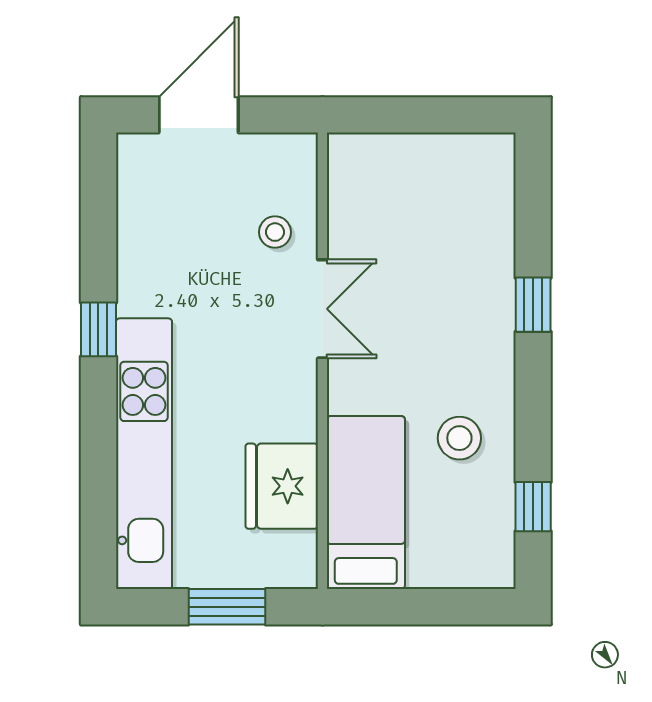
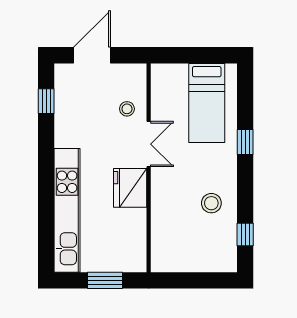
window: (98, 329) -> (46, 101), moved
fridge: (282, 486) -> (130, 188), moved
bed: (366, 503) -> (207, 103), moved, turned 180

